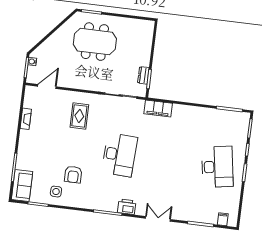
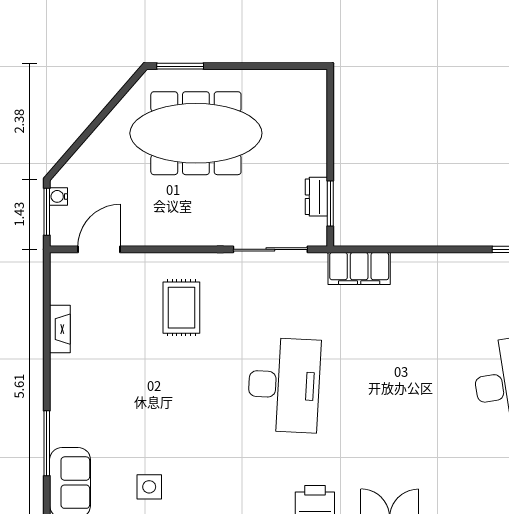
meeting table: (95, 42) -> (196, 133), width x1.36
armchair: (73, 175) -> (184, 443), removed

